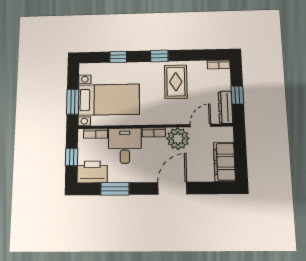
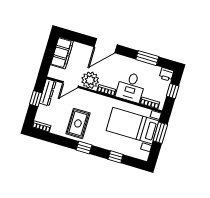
printer: (92, 172) -> (166, 74), width x0.53, depth x0.68

